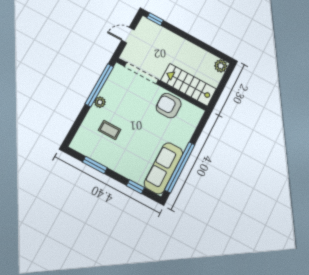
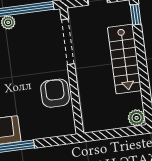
stairs: (189, 85) -> (125, 59), moved, turned 180

